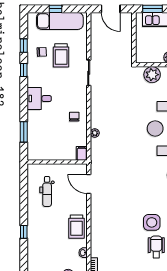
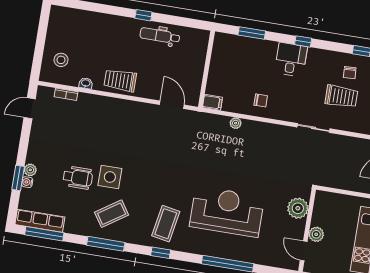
trolley: (61, 55) -> (341, 96), turned 180
window: (24, 70) -> (303, 41), moved
door: (89, 184) -> (172, 105), hinge flipped
dental chair: (47, 191) -> (160, 36), moved
window: (24, 232) -> (143, 15), moved

